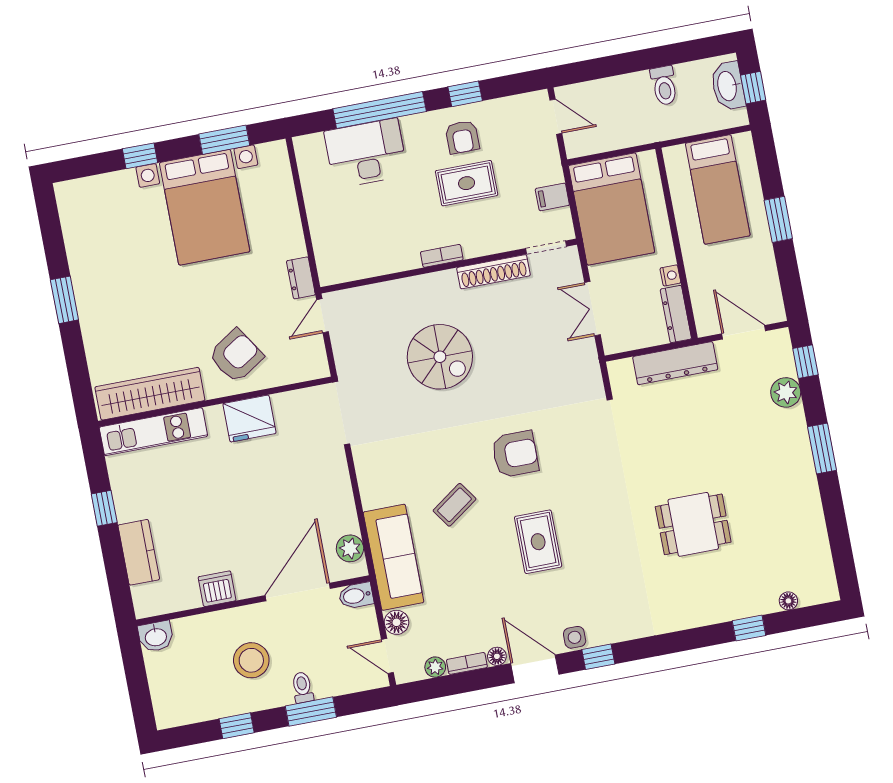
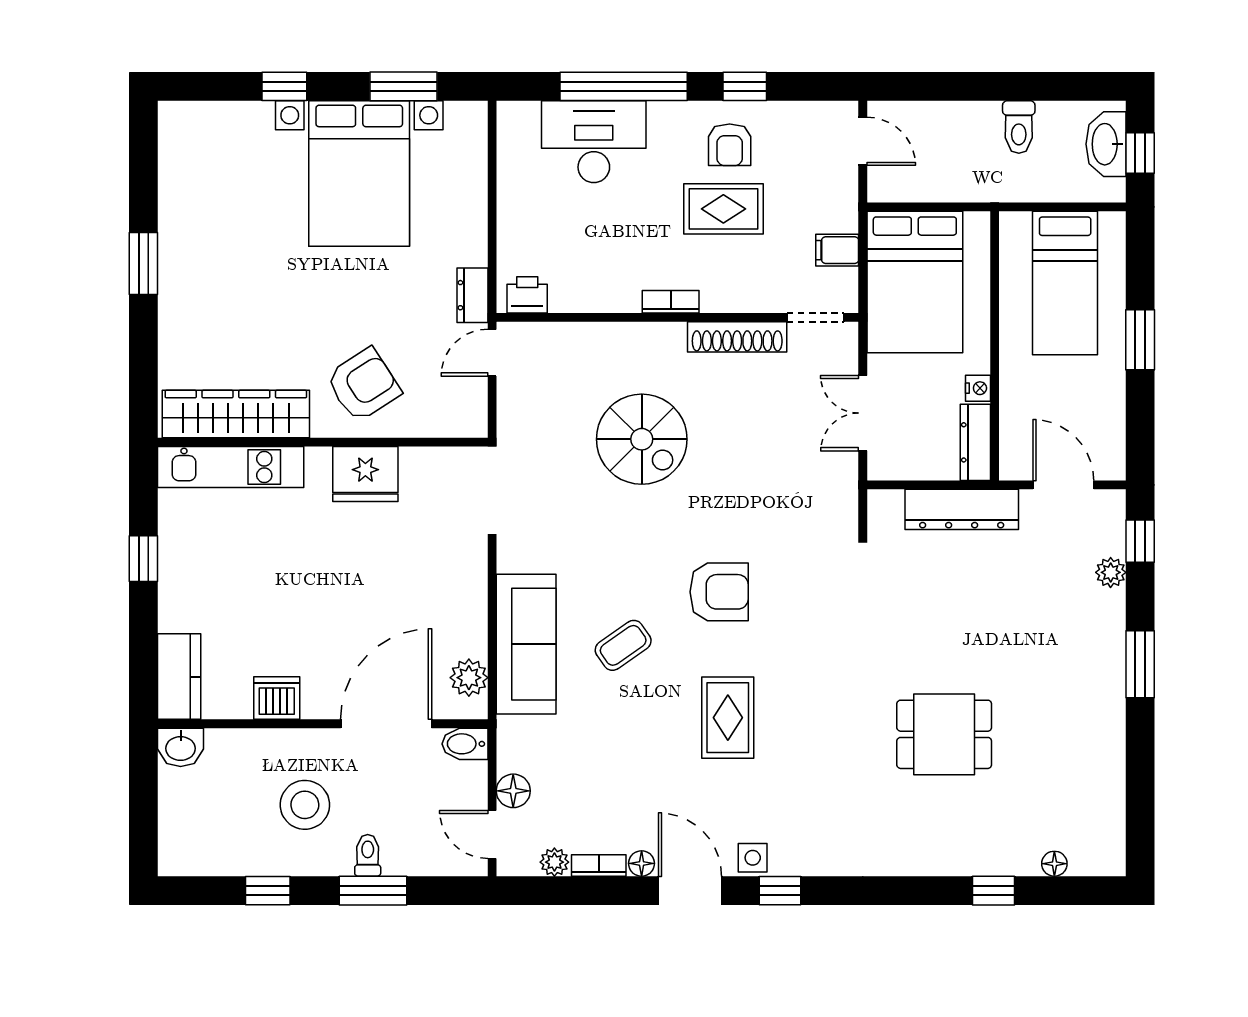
printer: (340, 270) -> (527, 295), added
plant: (786, 392) -> (1111, 572), width x0.73, depth x0.73
kitchen counter: (139, 552) -> (179, 677), moved
sofa: (393, 557) -> (526, 644), moved

